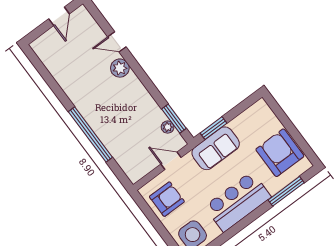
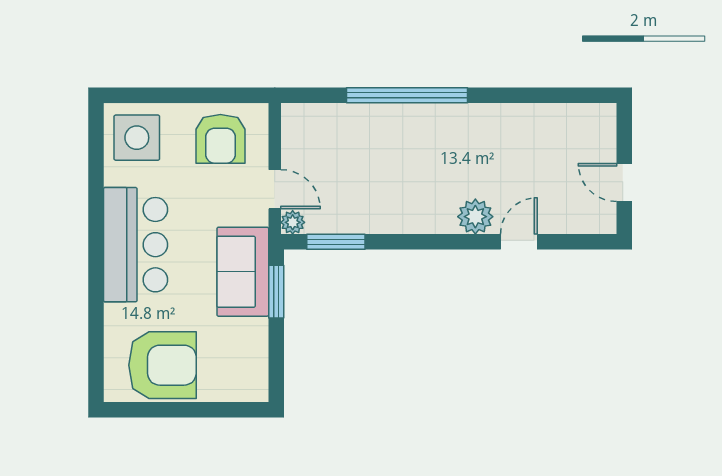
plant: (168, 127) -> (293, 222), moved
door: (171, 161) -> (275, 189), hinge flipped
window: (286, 191) -> (96, 331), removed

